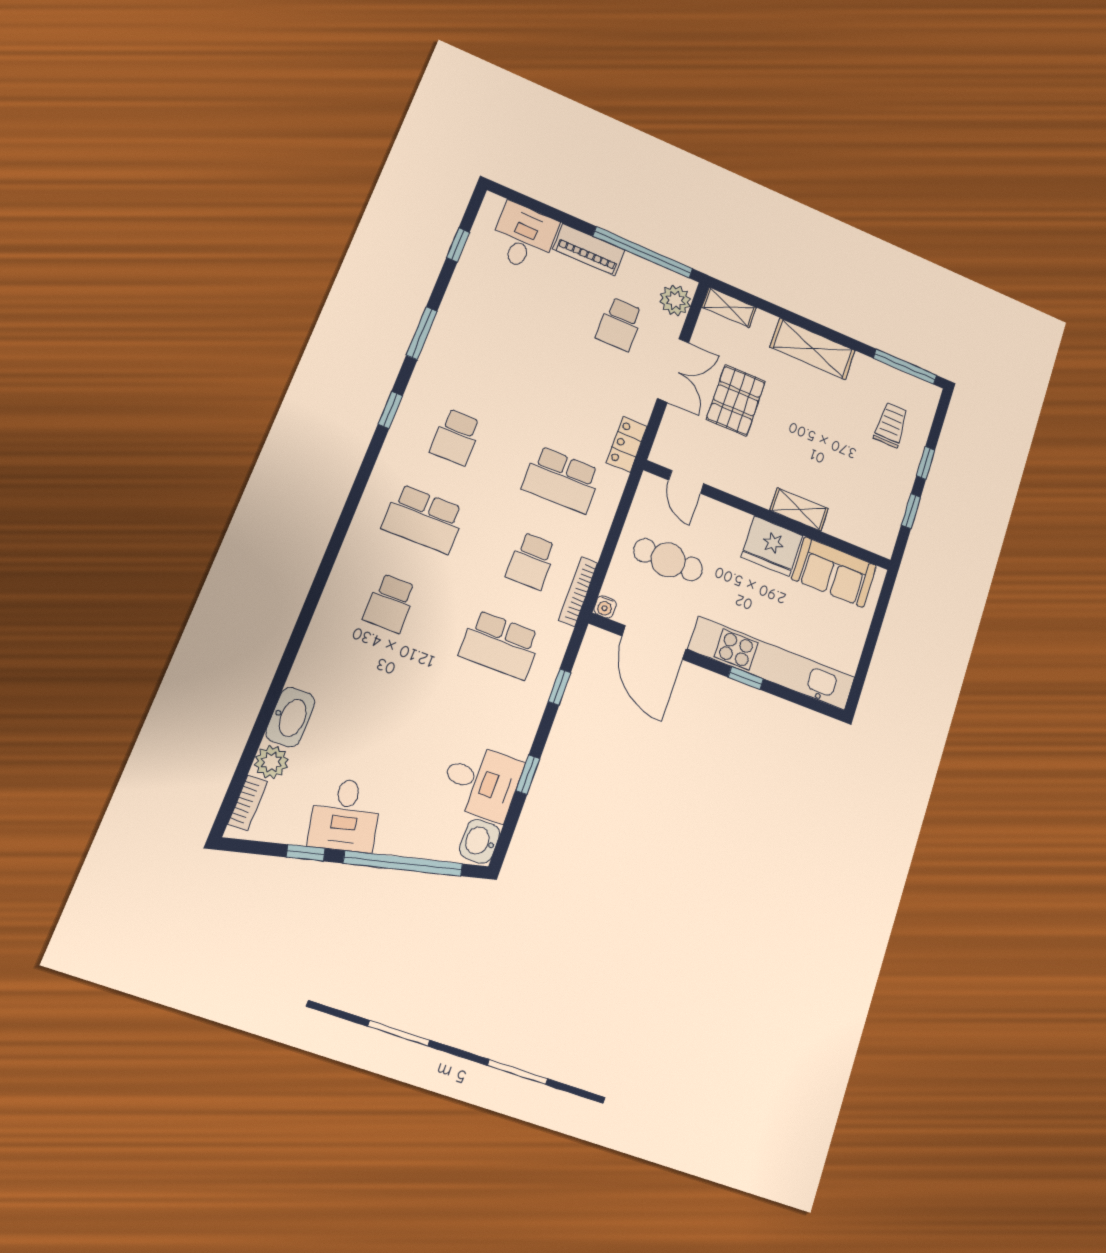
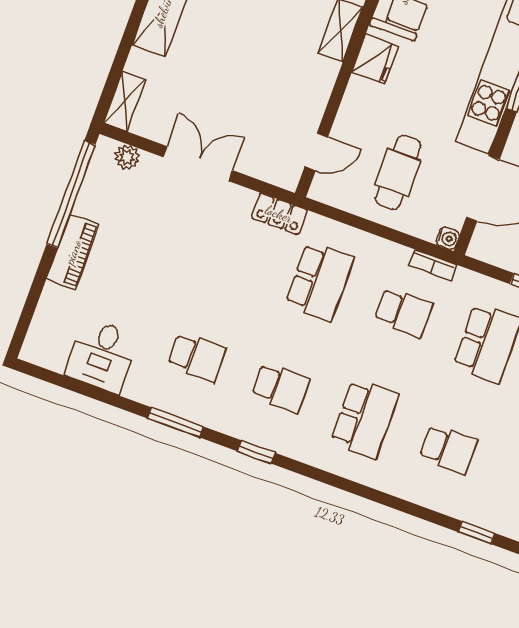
desk: (524, 237) -> (102, 355), moved, turned -90
window: (458, 245) -> (477, 533), moved
plant: (675, 300) -> (127, 157), width x0.73, depth x0.73
school desk: (620, 324) -> (197, 357), moved
pallet: (736, 400) -> (226, 96), removed
fridge: (772, 546) -> (375, 59), width x0.73, depth x0.75
bookcase: (578, 592) -> (433, 265), width x0.64

